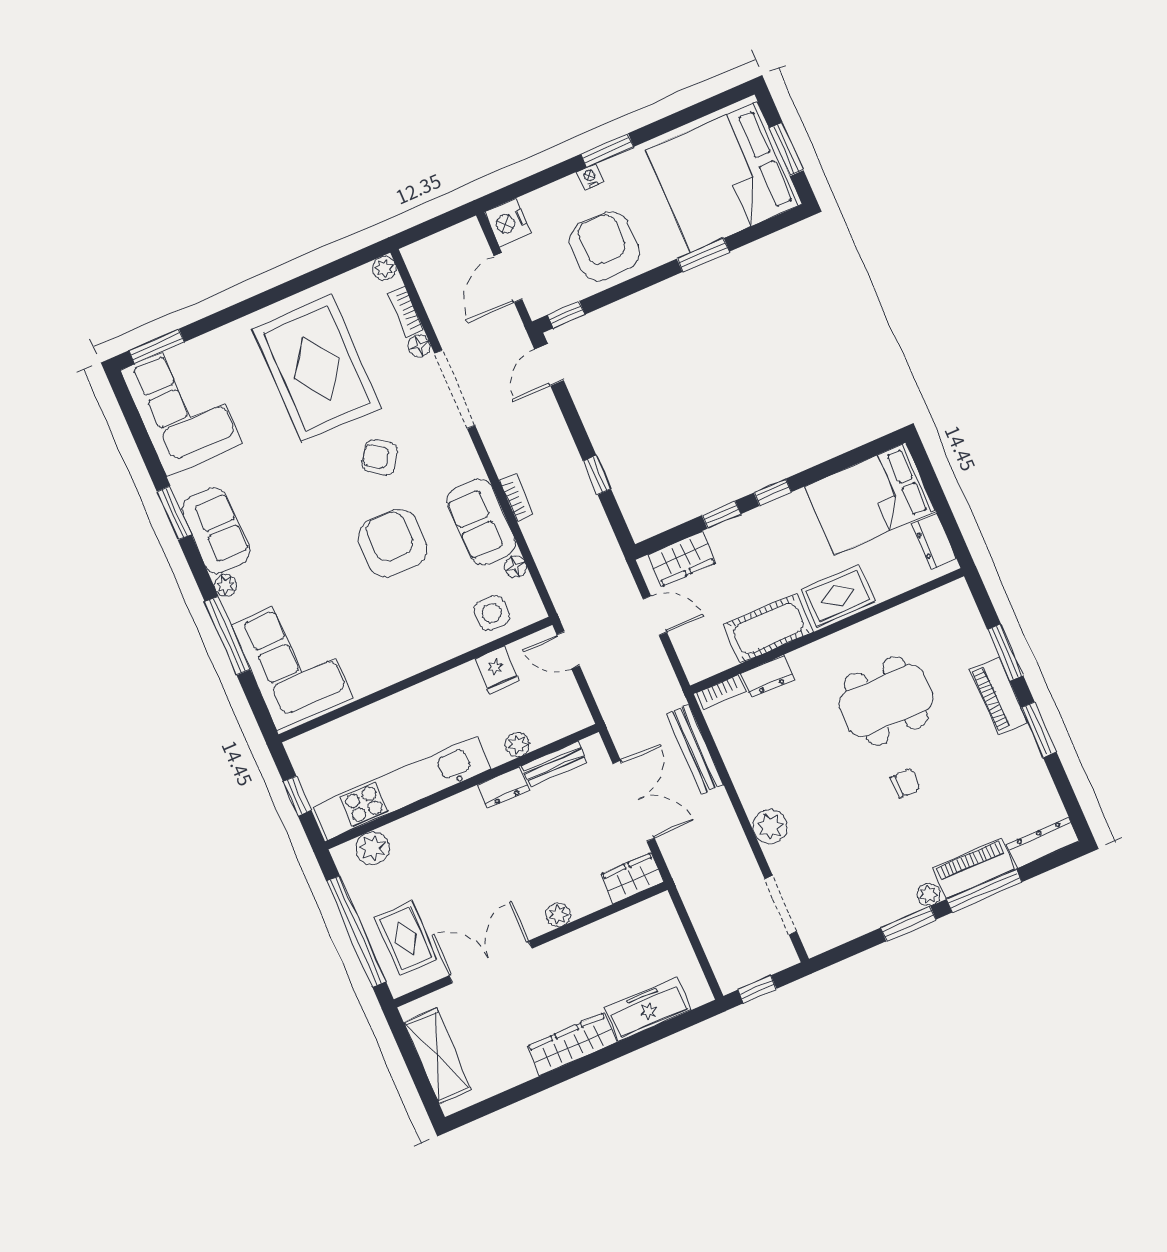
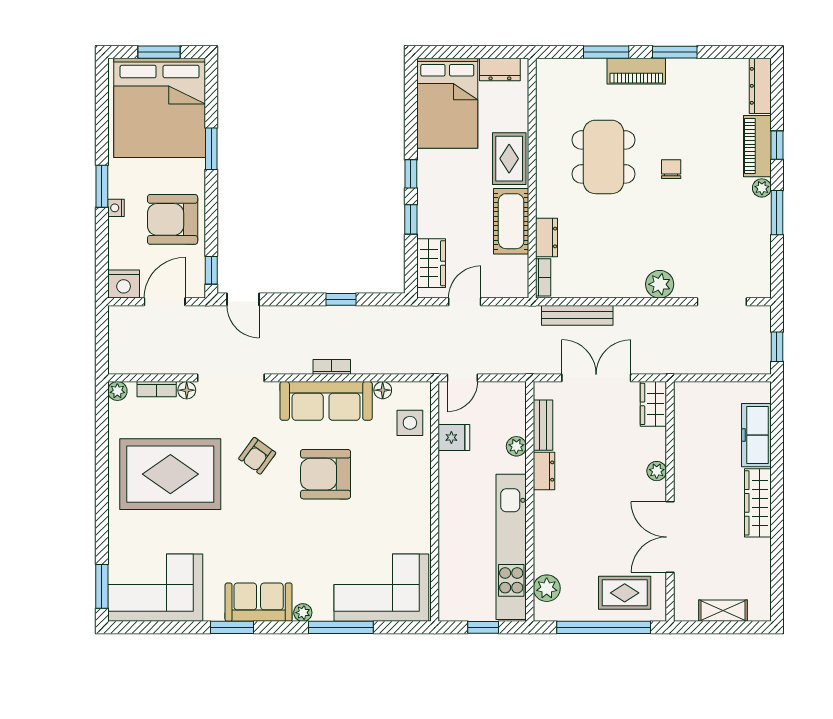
door: (508, 278) -> (165, 302), swing flipped
sofa: (481, 522) -> (326, 401), width x1.36
window: (984, 891) -> (777, 145), width x0.46
shelving: (438, 1056) -> (723, 611), width x0.67, depth x0.75

